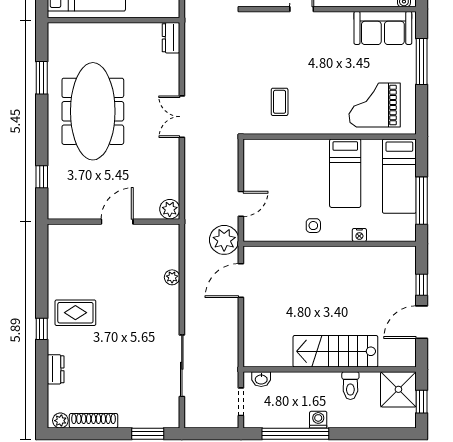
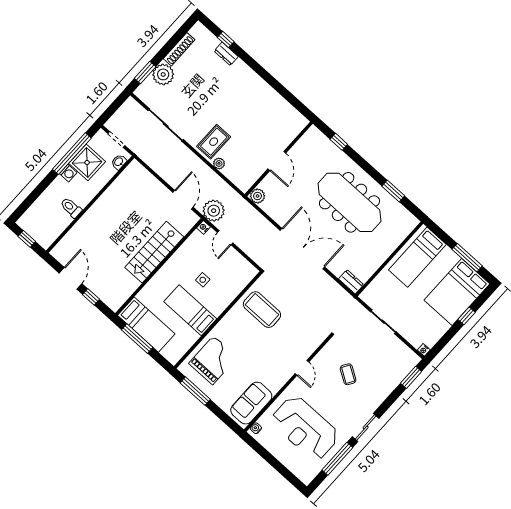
window: (422, 62) -> (195, 391), moved
coffee table: (280, 102) -> (262, 310), width x1.86, depth x1.72
double door: (182, 117) -> (302, 249), width x1.87
bed: (399, 176) -> (146, 325), moved, turned 180
side table: (313, 226) -> (203, 280), moved
nightstand: (359, 235) -> (203, 227), moved
rug: (75, 313) -> (214, 142), moved
window: (42, 329) -> (226, 39), moved
stairs: (335, 351) -> (154, 252), moved, turned 180
shower: (398, 389) -> (87, 162), moved
plant: (60, 421) -> (163, 74), moved, width x1.87, depth x1.87

